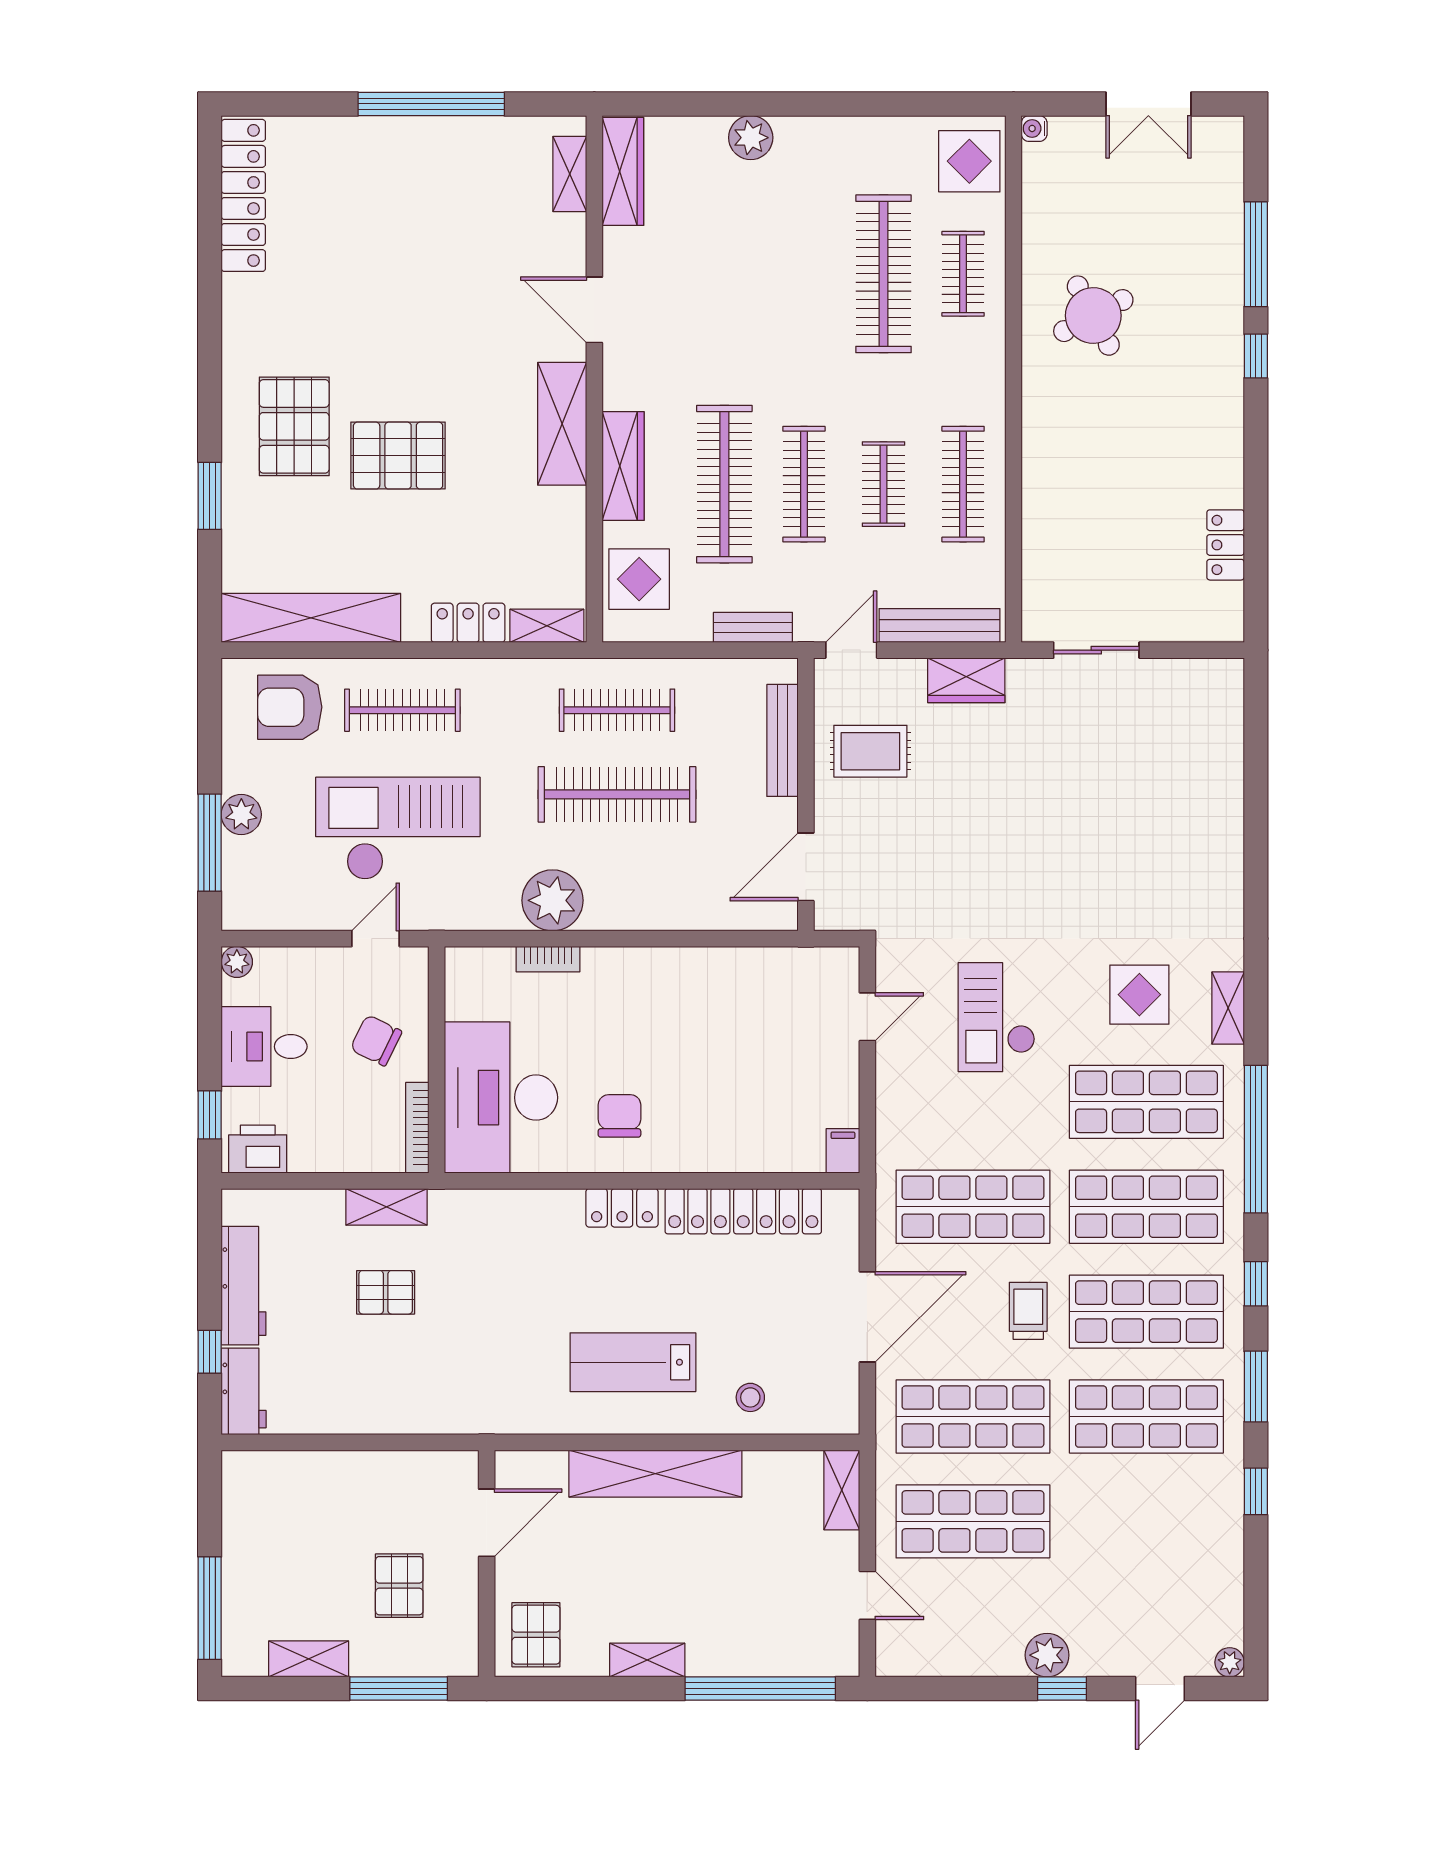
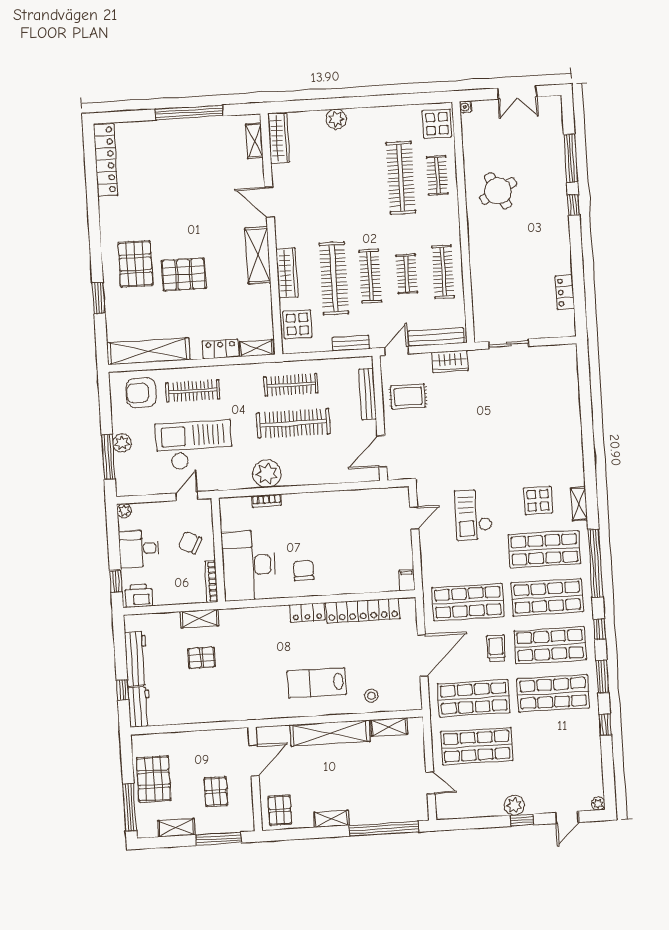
shelving: (842, 1490) -> (389, 727), moved, turned 90
pallet: (266, 1550) -> (154, 779), added

